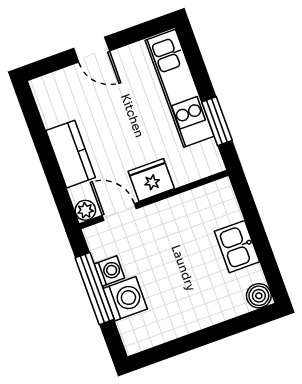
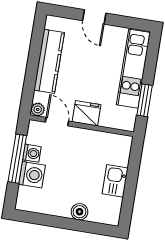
kitchen counter: (71, 154) -> (49, 61), width x1.50
boiler: (259, 296) -> (79, 212), moved

